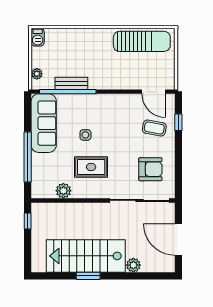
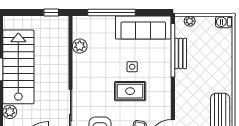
rug: (91, 167) -> (130, 91), moved, turned 90

